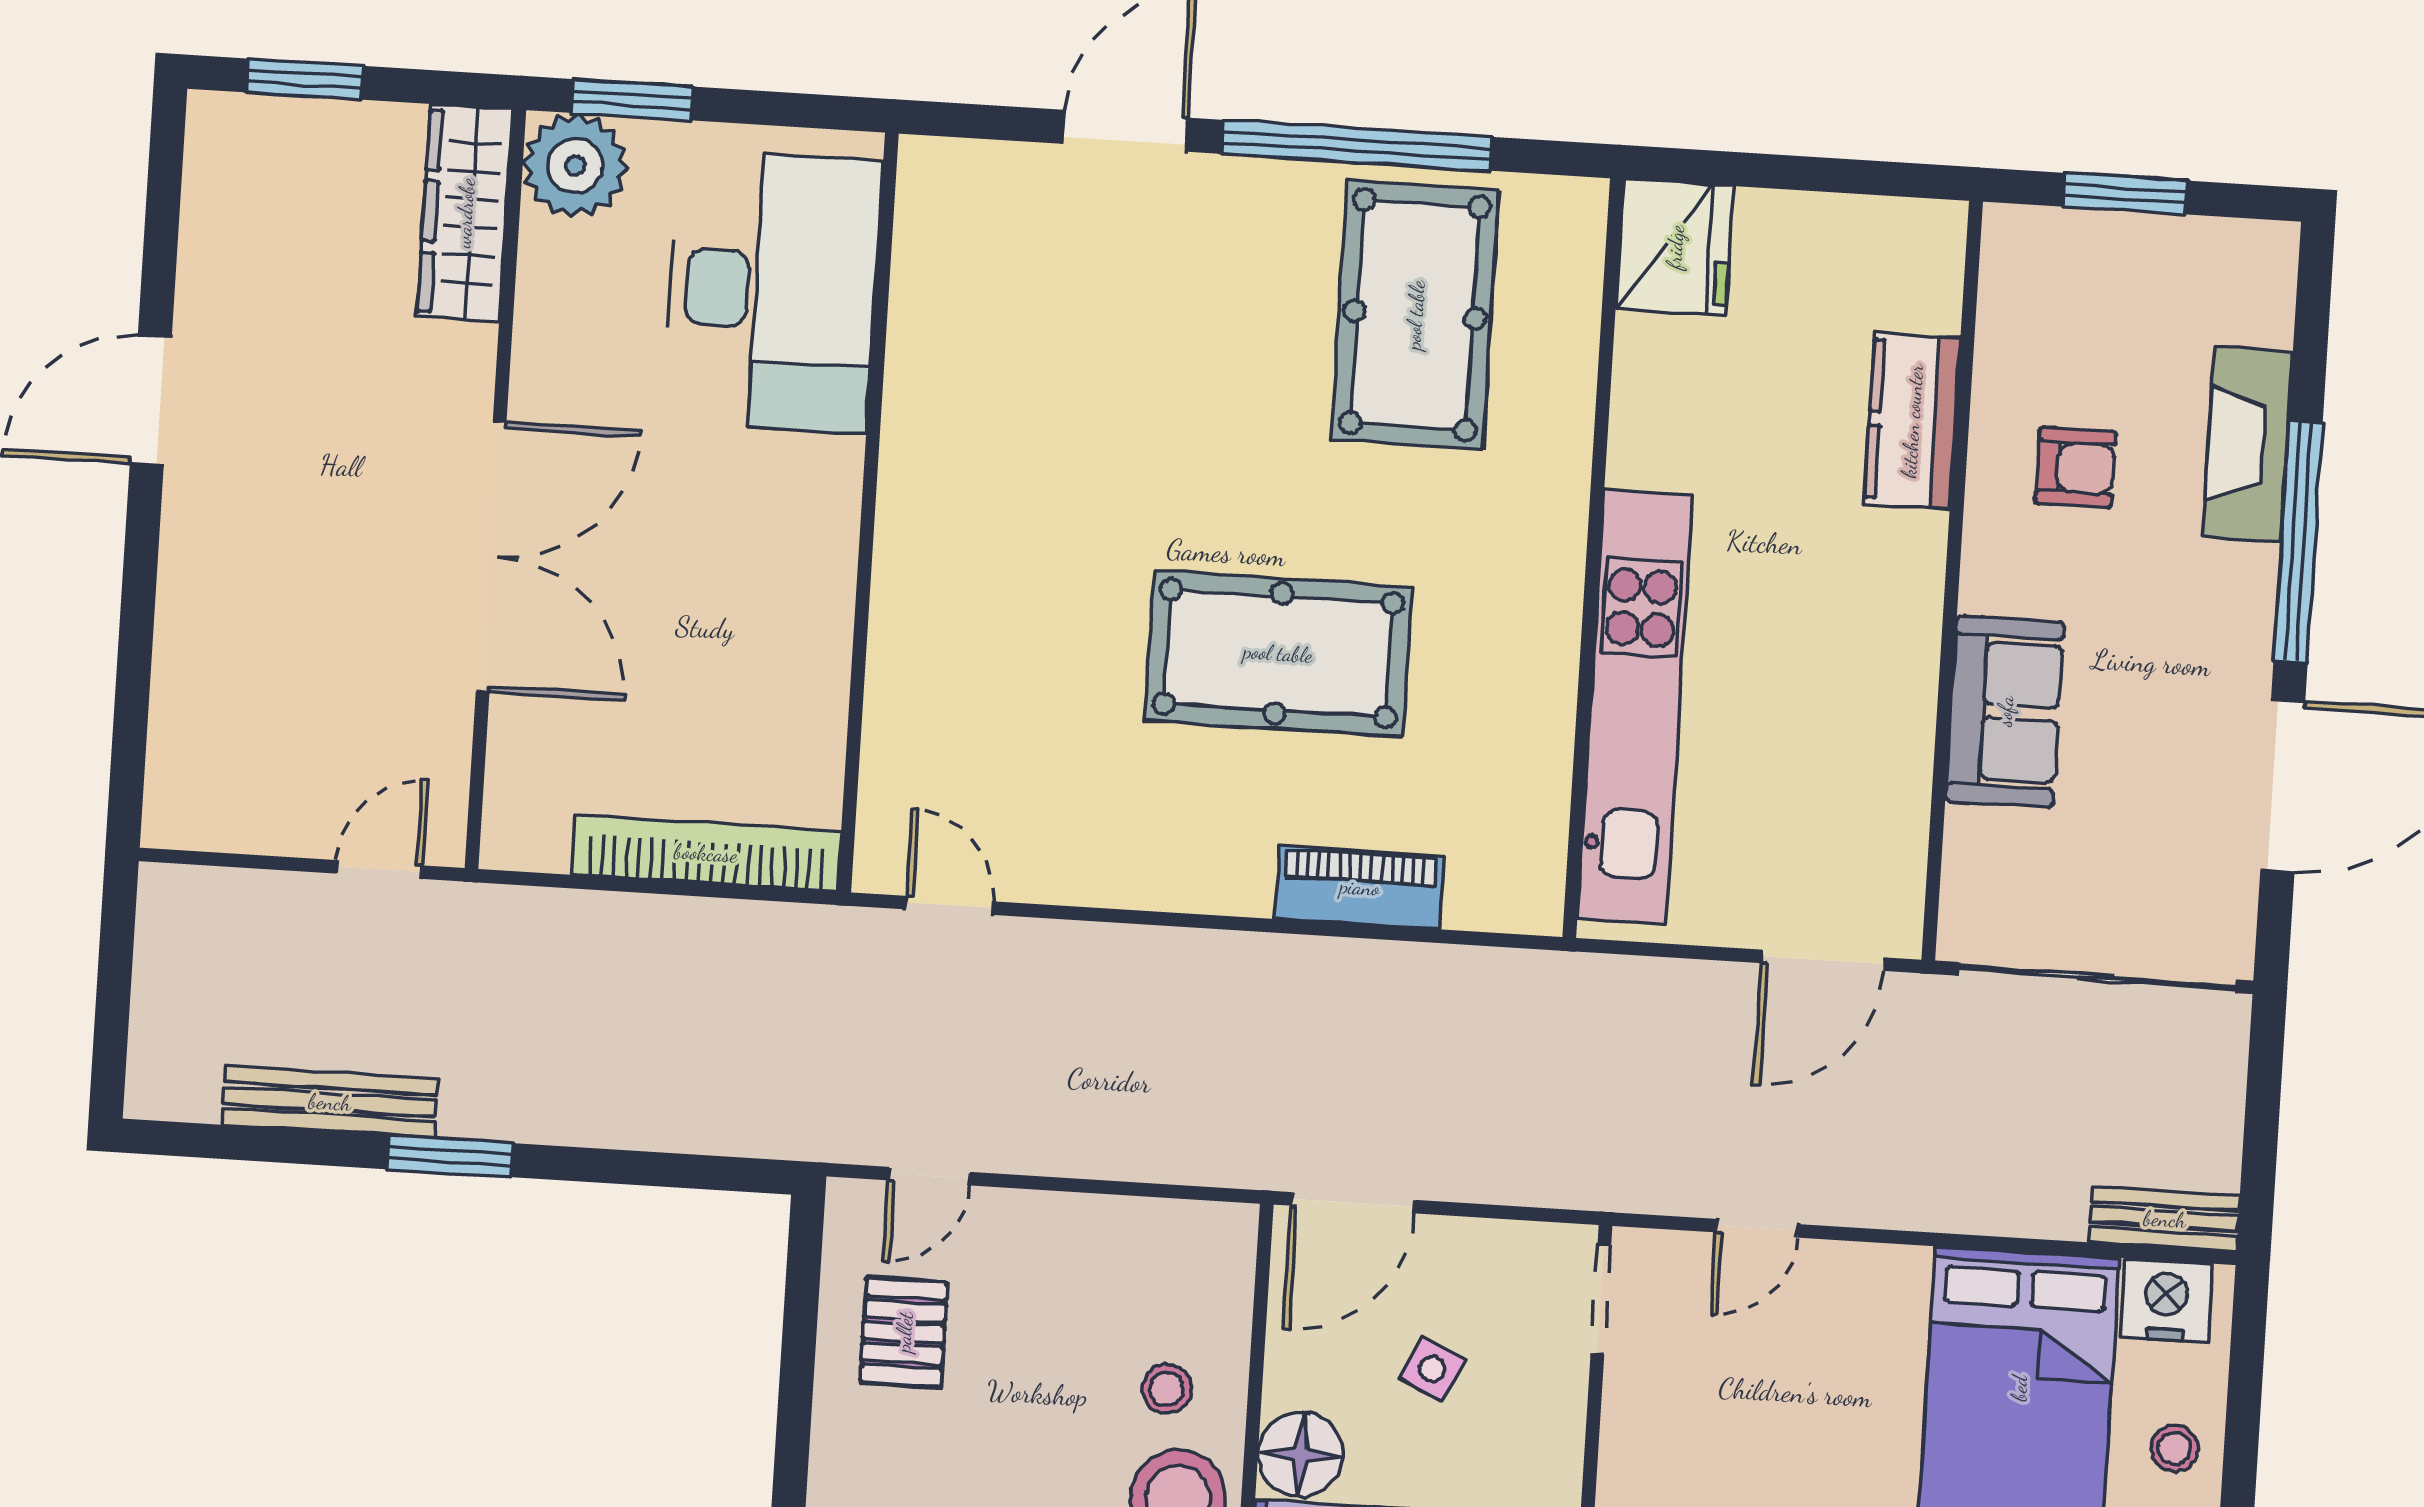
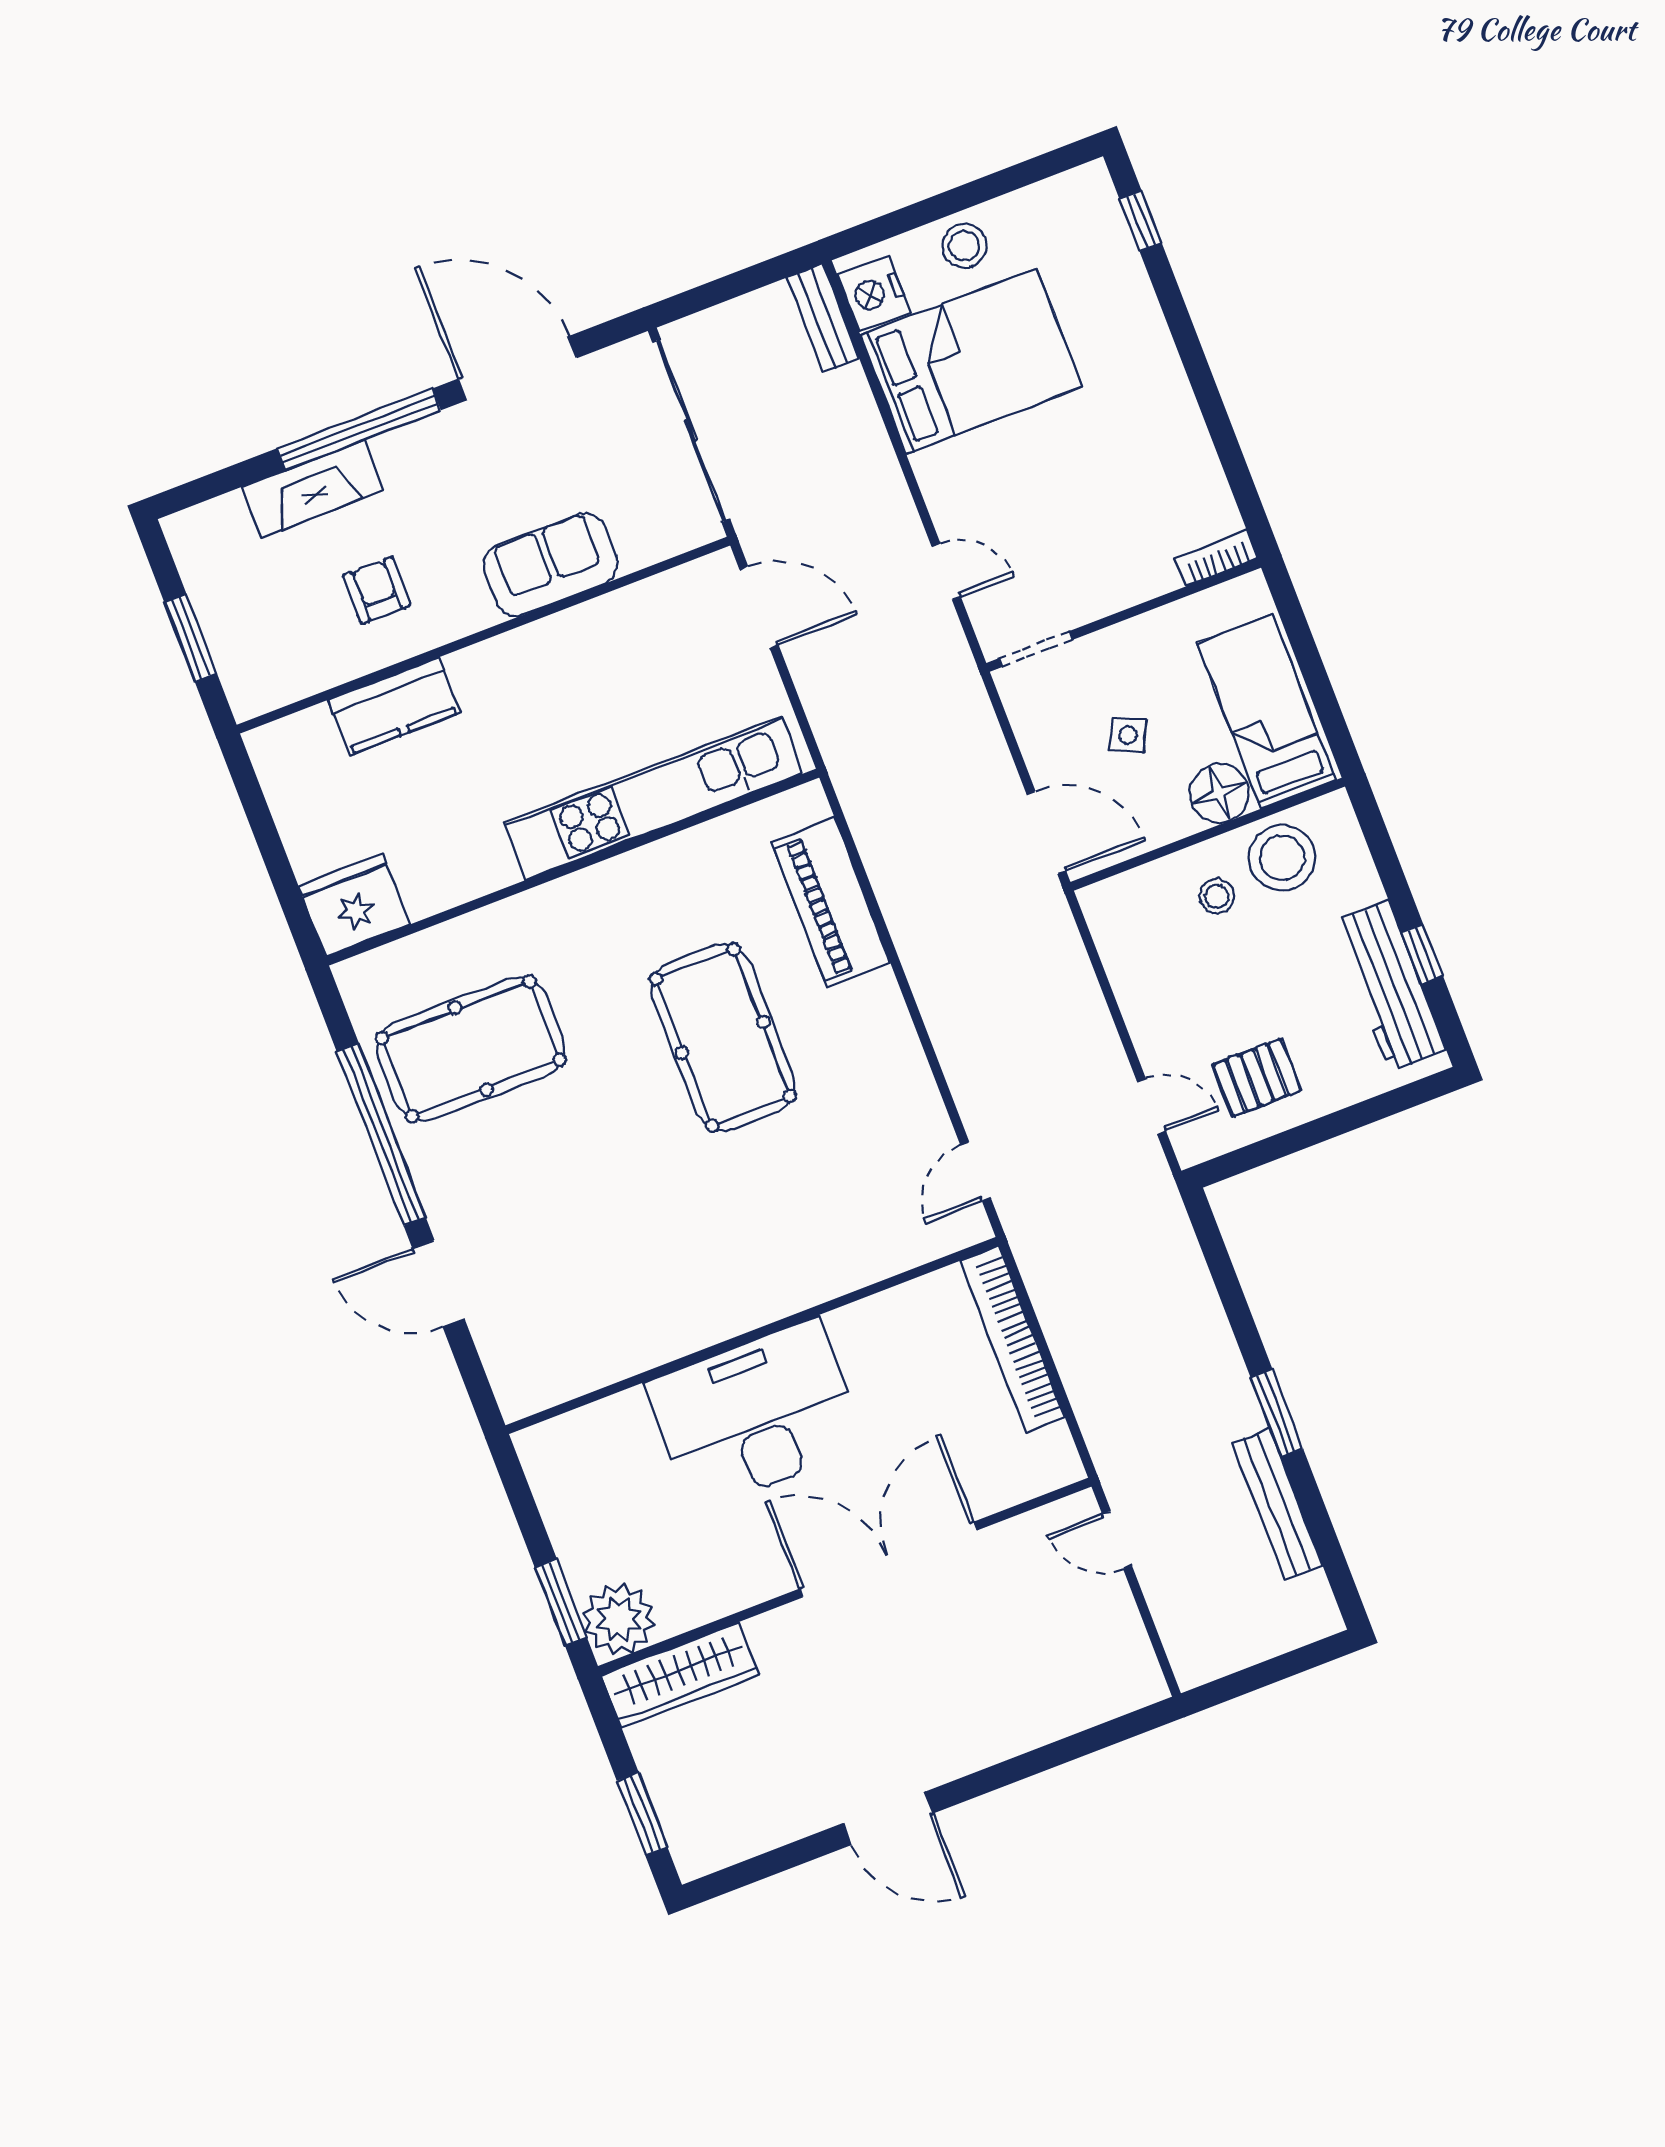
desk: (773, 291) -> (756, 1415), moved
piano: (1360, 887) -> (831, 902), width x1.37, depth x1.33
stool: (2175, 1448) -> (964, 246), width x1.37, depth x1.37

